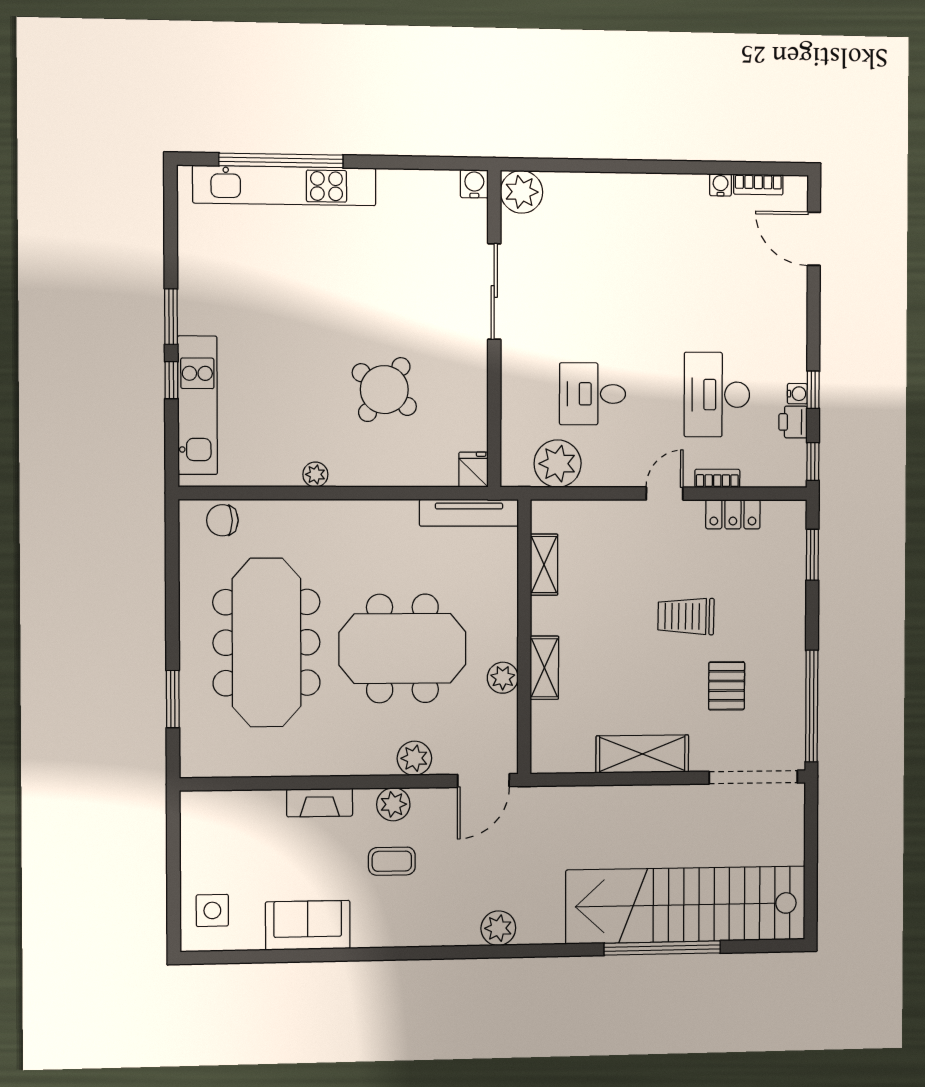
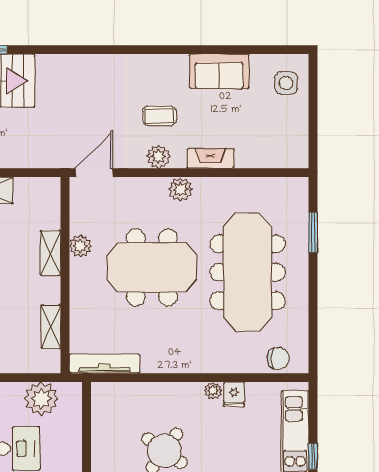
fridge: (473, 470) -> (234, 394), moved
plant: (414, 758) -> (180, 189), moved
plant: (498, 928) -> (83, 66), removed

